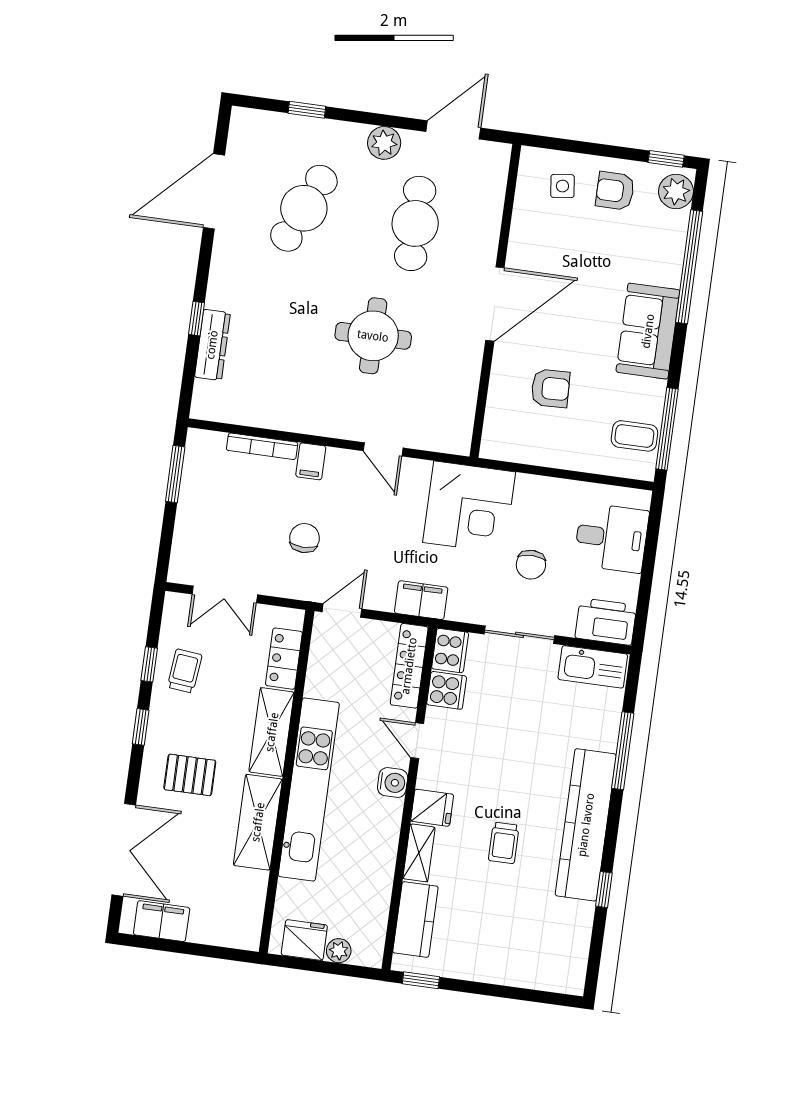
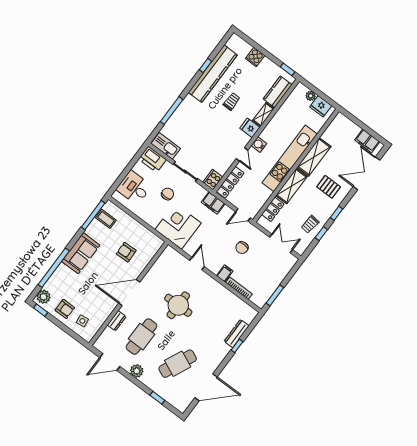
dresser: (488, 228) -> (117, 321), added
cooker: (447, 690) -> (255, 57), moved, turned -90
kitchen counter: (586, 825) -> (213, 74), moved

